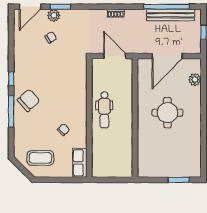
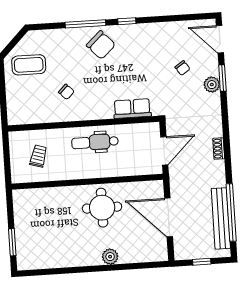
plant: (54, 15) -> (212, 85), moved
plant: (195, 80) -> (110, 257), moved
round table: (167, 113) -> (102, 208), moved
trolley: (112, 155) -> (38, 156), added
coffee table: (40, 158) -> (29, 65), turned 90
row of seats: (80, 163) -> (132, 109), moved

